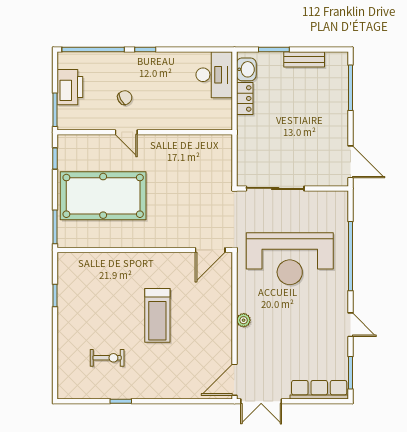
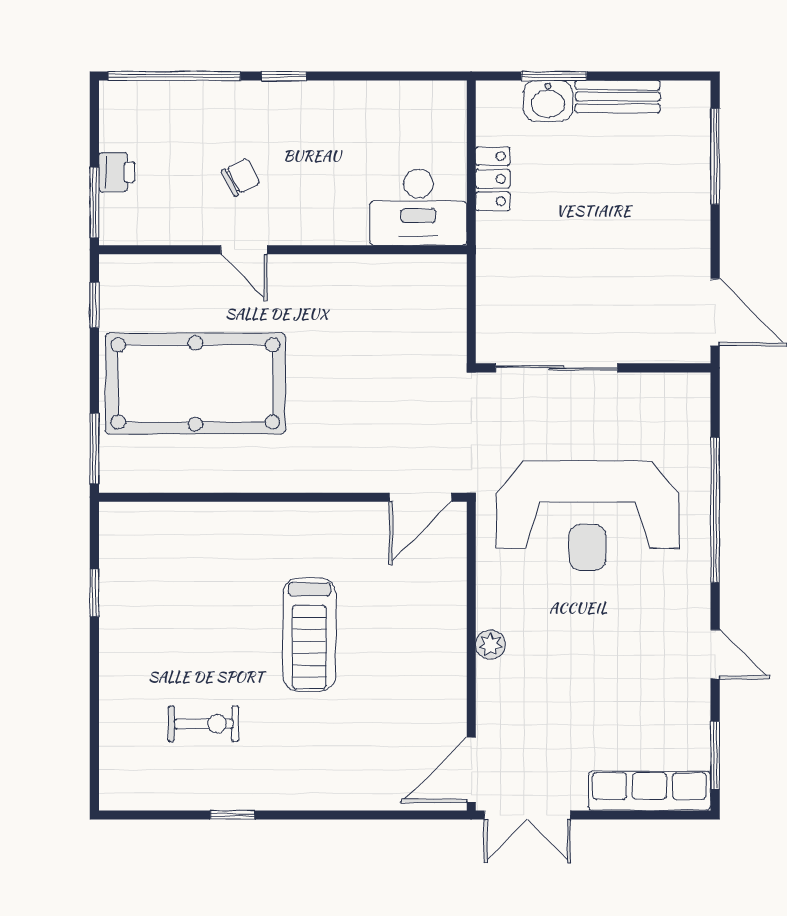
washbasin: (246, 69) -> (548, 101), moved, turned 90
desk: (214, 75) -> (418, 207), moved, turned 90
printer: (70, 87) -> (117, 172), width x0.53, depth x0.68

